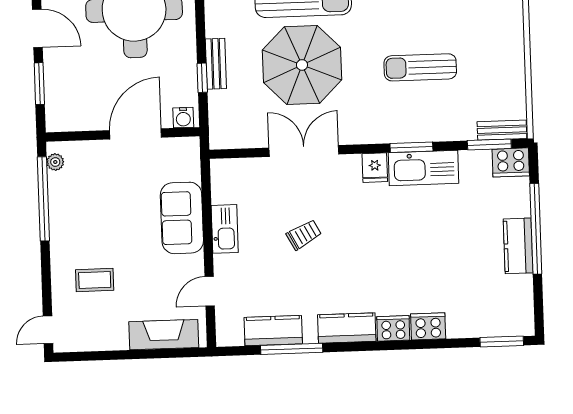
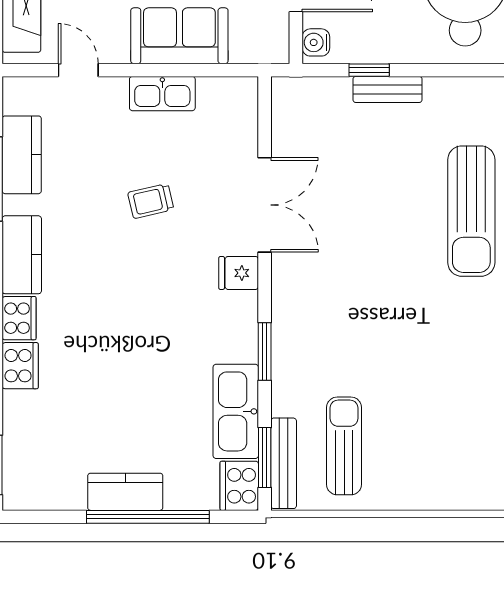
parasol: (302, 65) -> (382, 206), removed
sun lounger: (420, 67) -> (344, 446), moved
bench: (502, 130) -> (284, 463), width x1.36
fridge: (375, 168) -> (239, 273), moved
kitchen sink: (423, 168) -> (236, 411), moved
trolley: (304, 235) -> (151, 201), turned 105

